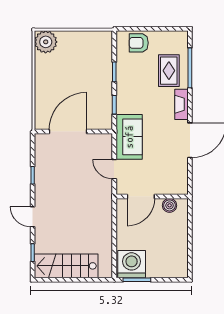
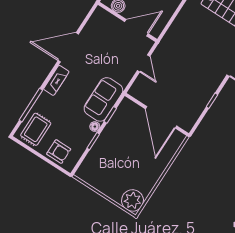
rug: (169, 71) -> (36, 129), moved
floor lamp: (121, 86) -> (95, 127), added
door: (68, 132) -> (161, 117), hinge flipped
sofa: (129, 137) -> (103, 99), moved

